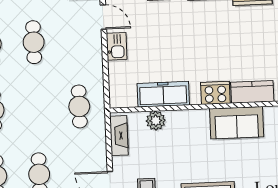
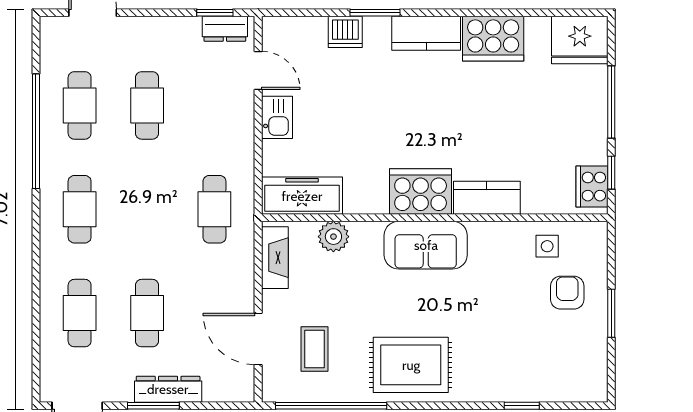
cooker: (215, 93) -> (421, 192), width x1.37, depth x1.31
freezer: (163, 94) -> (302, 196), moved
sofa: (237, 123) -> (426, 245), moved

